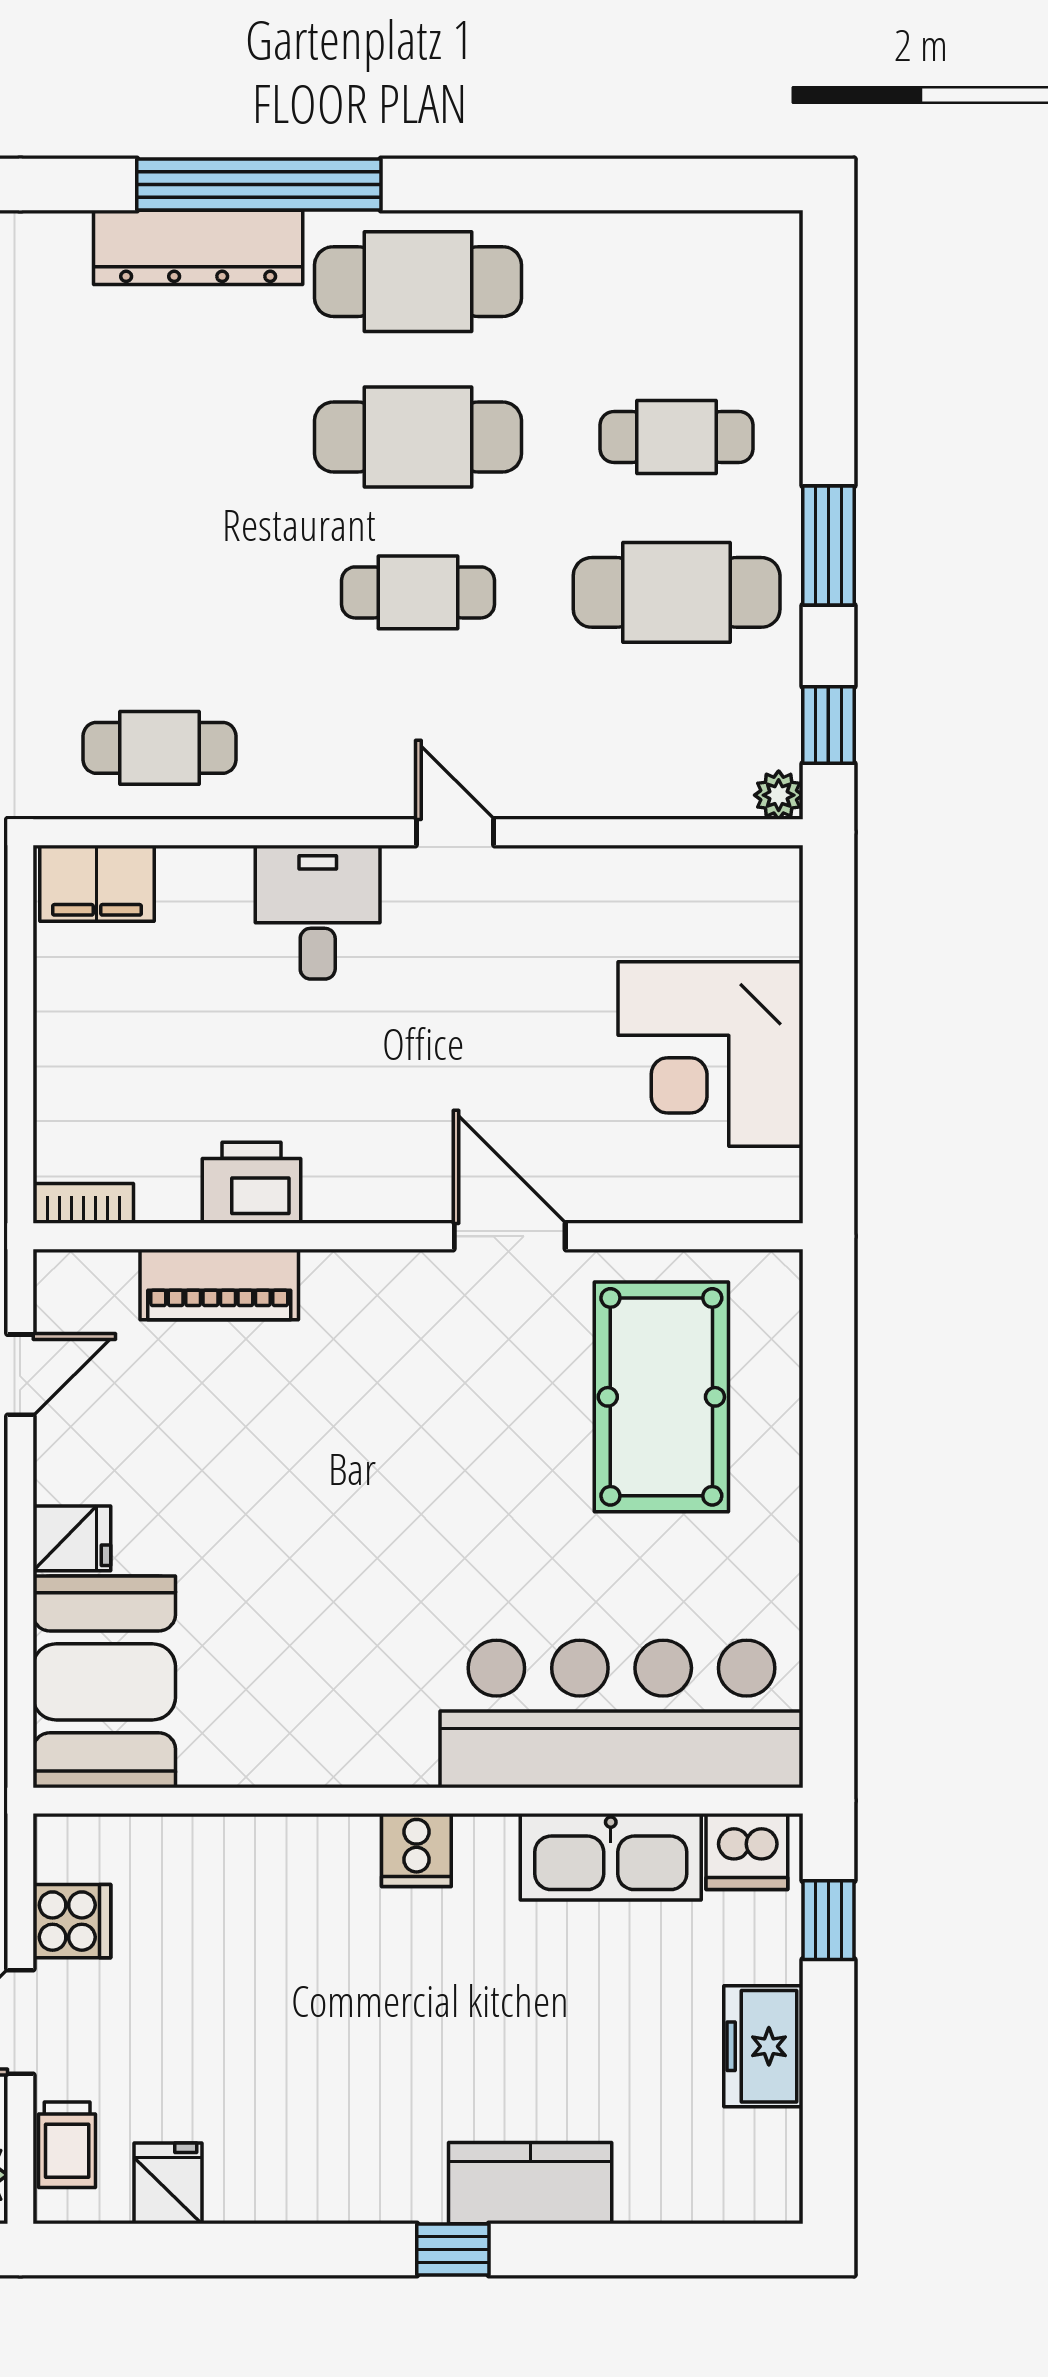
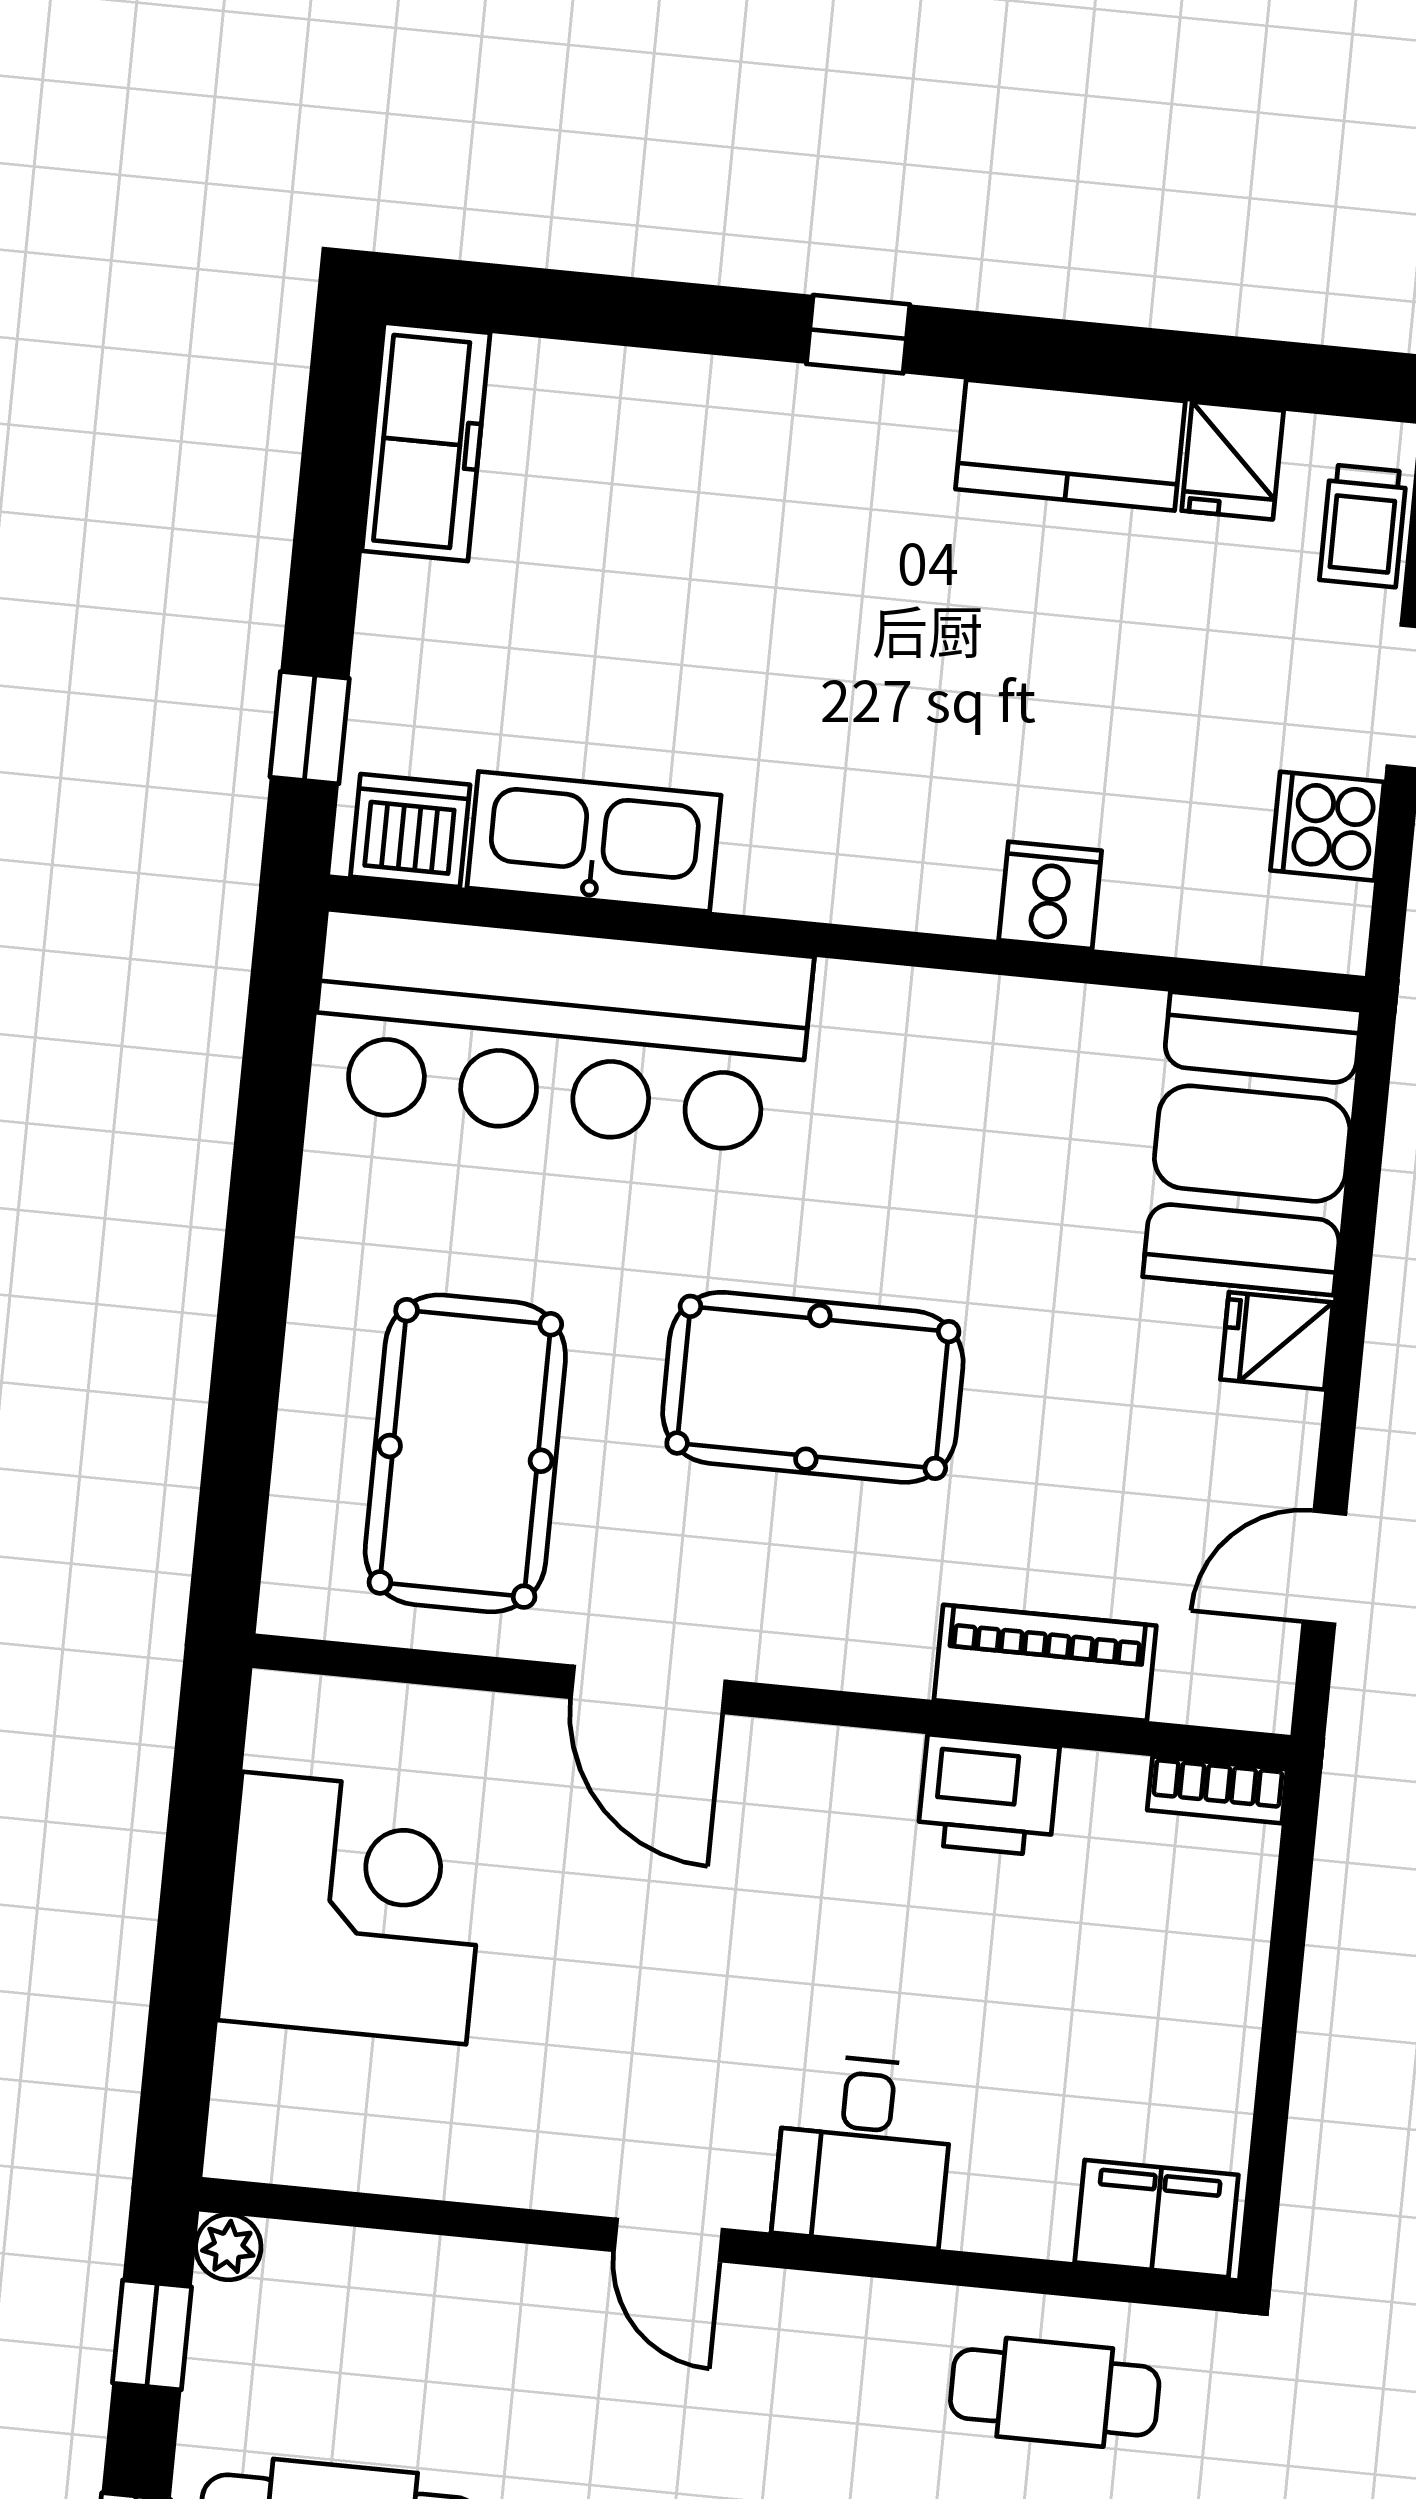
pool table: (410, 1471) -> (813, 1387), added
cooker: (416, 1850) -> (1050, 895), moved
freezer: (763, 2046) -> (426, 442), moved, width x1.40
trolley: (67, 2145) -> (1363, 526), turned 180
kitchen counter: (530, 2183) -> (1070, 445), moved

